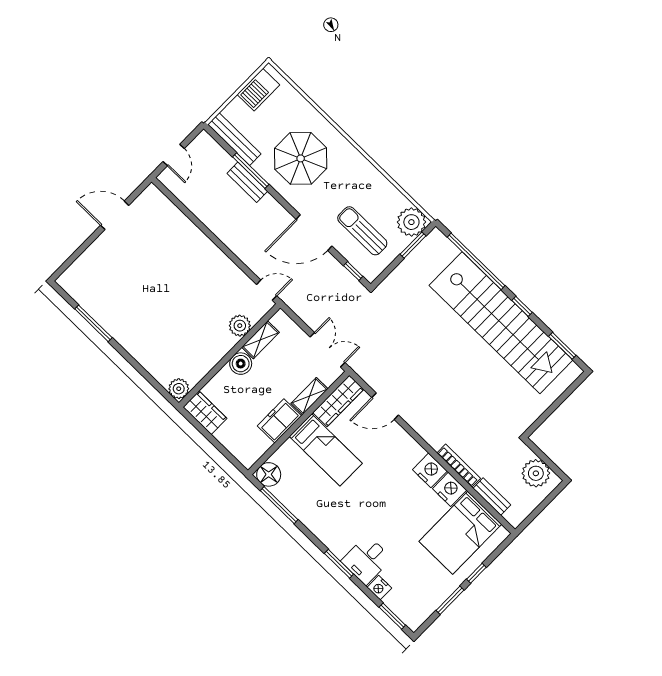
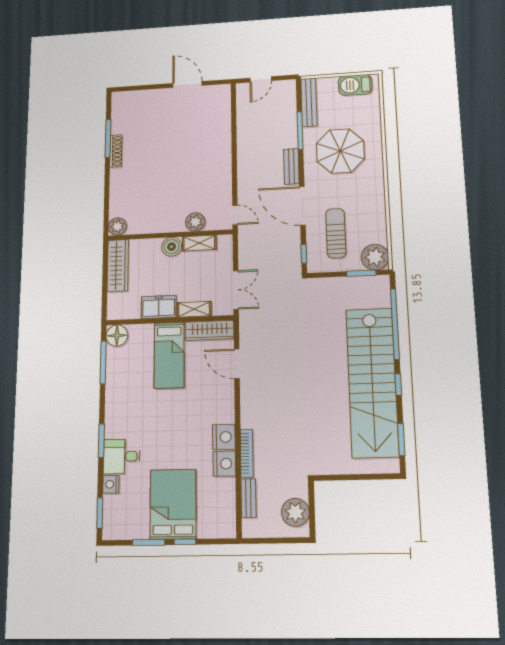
bench: (247, 182) -> (291, 166), moved
shoe rack: (112, 328) -> (116, 151), added
wardrobe: (205, 413) -> (118, 266), width x1.50
bed: (460, 533) -> (173, 504), moved, turned 90

